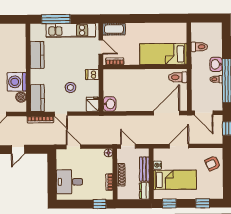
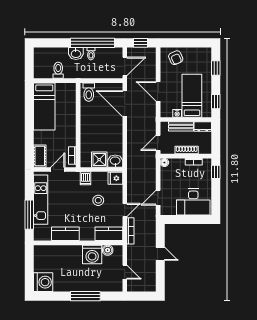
bed: (163, 54) -> (44, 107), moved
shower: (111, 88) -> (99, 160), added
desk: (69, 182) -> (193, 202), width x1.37

